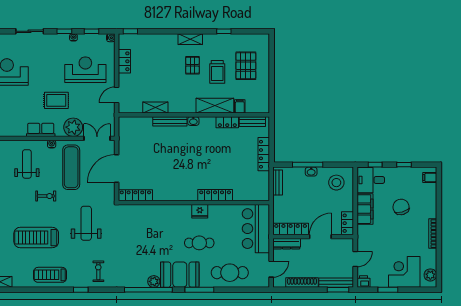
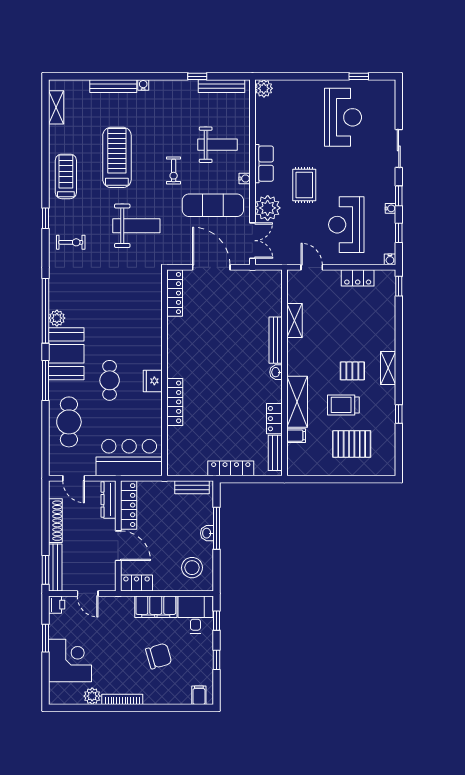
reception desk: (85, 70) -> (346, 225), turned 180
plant: (430, 275) -> (92, 696), moved

